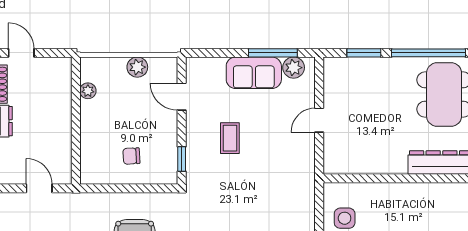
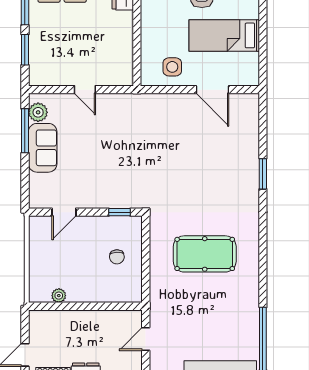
plant: (137, 67) -> (38, 252), removed
coffee table: (230, 138) -> (101, 169), removed

